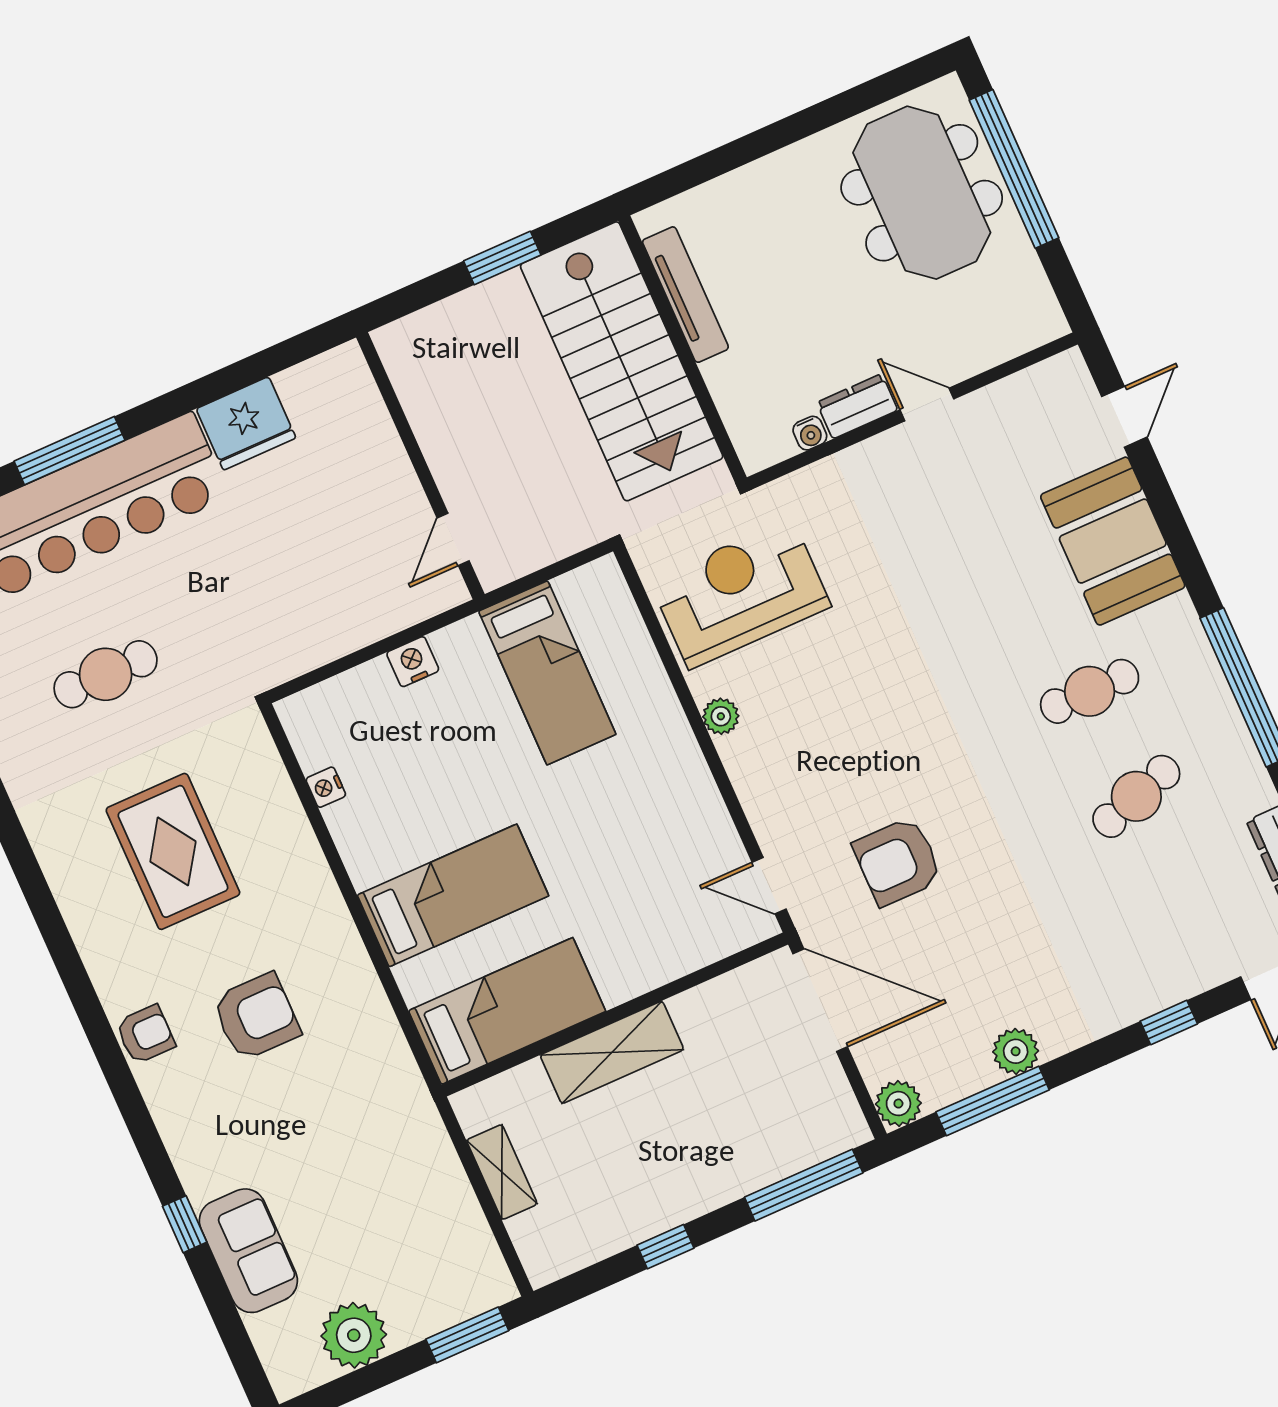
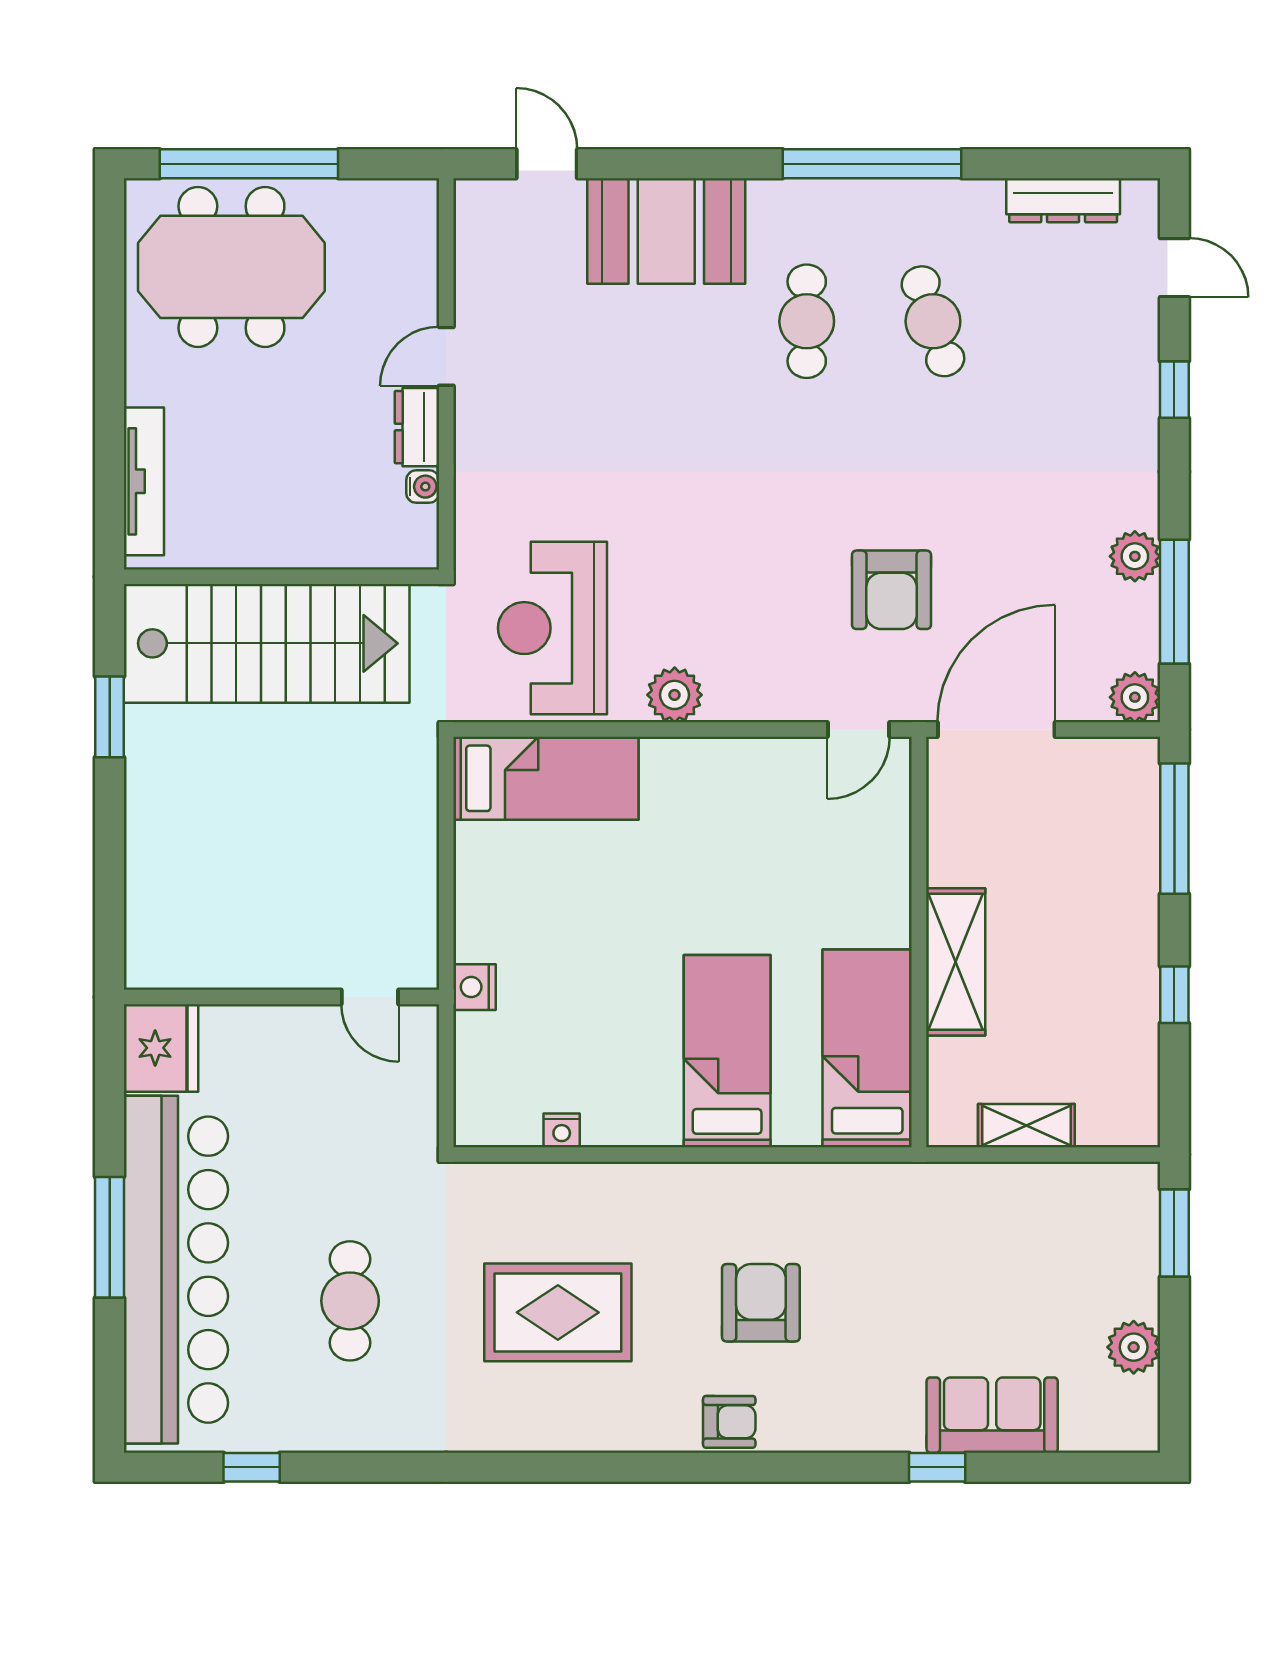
tv unit: (685, 295) -> (144, 481), moved, turned 90
wall: (420, 466) -> (281, 997), moved
door: (453, 539) -> (370, 997), moved
bed: (547, 673) -> (546, 778), moved
plant: (721, 716) -> (675, 695), width x1.38, depth x1.38
armchair: (145, 1034) -> (729, 1422), turned 90
plant: (354, 1335) -> (1134, 1347), width x0.73, depth x0.73

